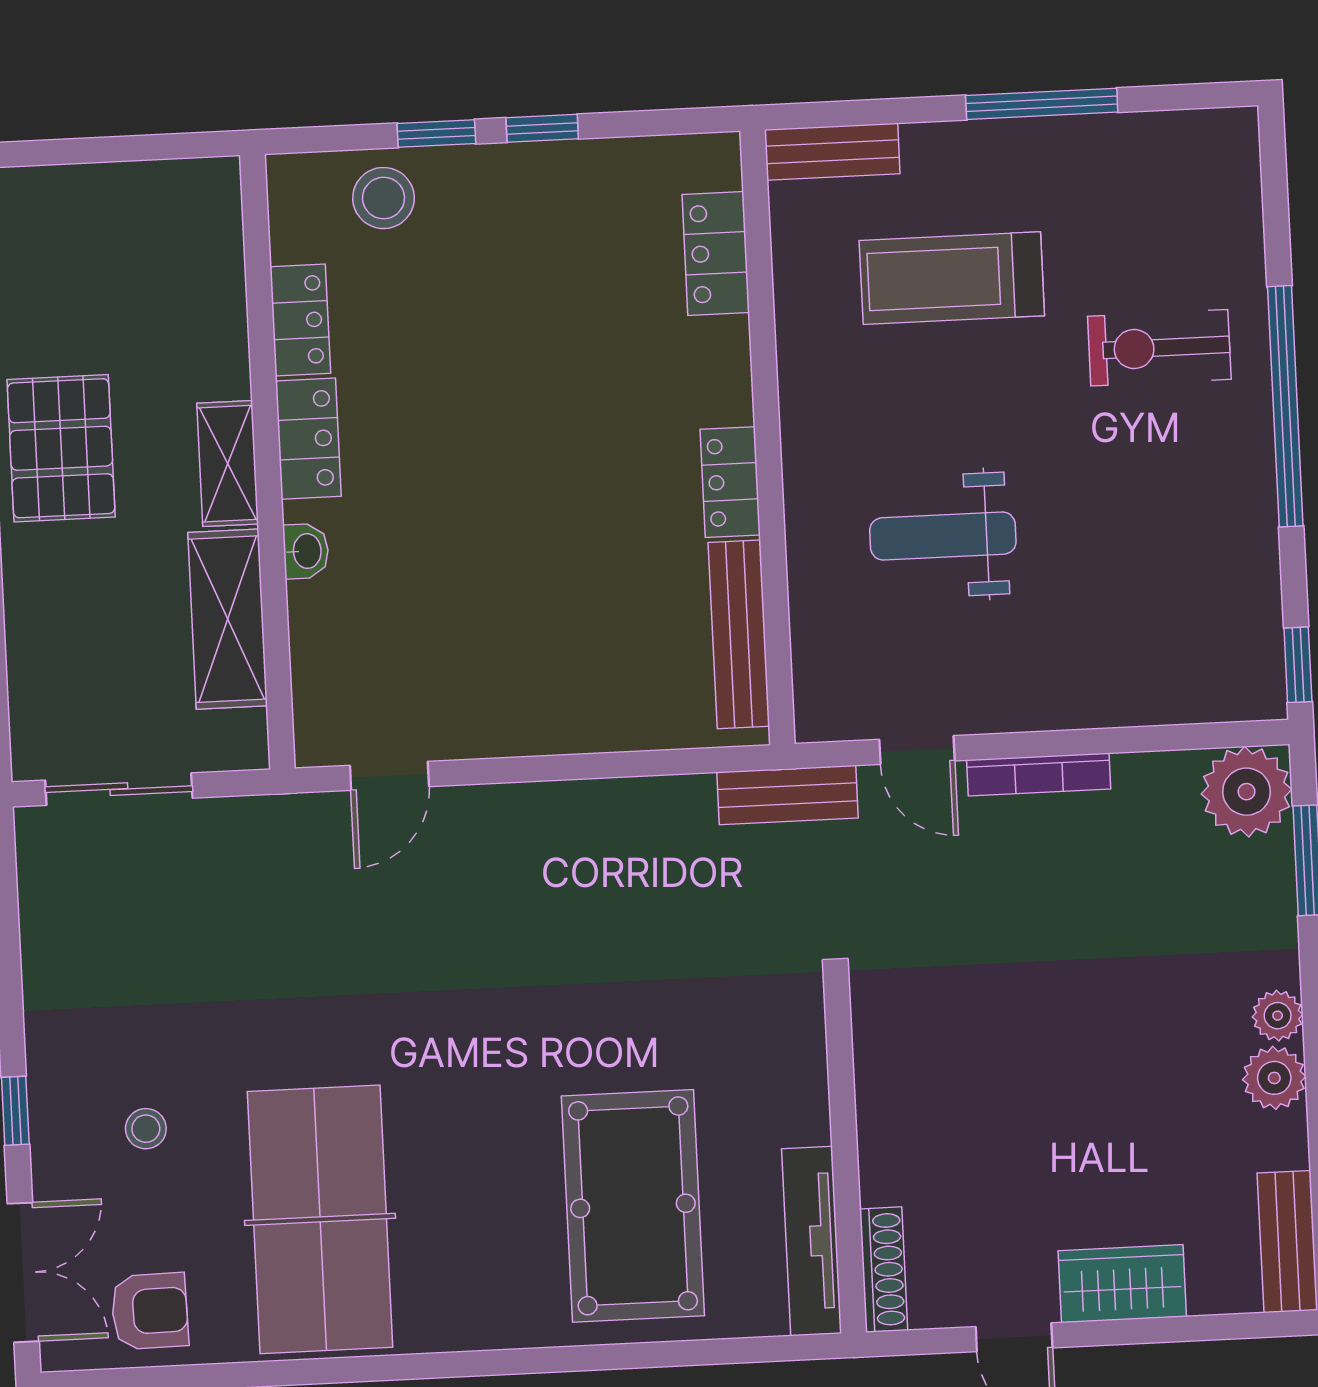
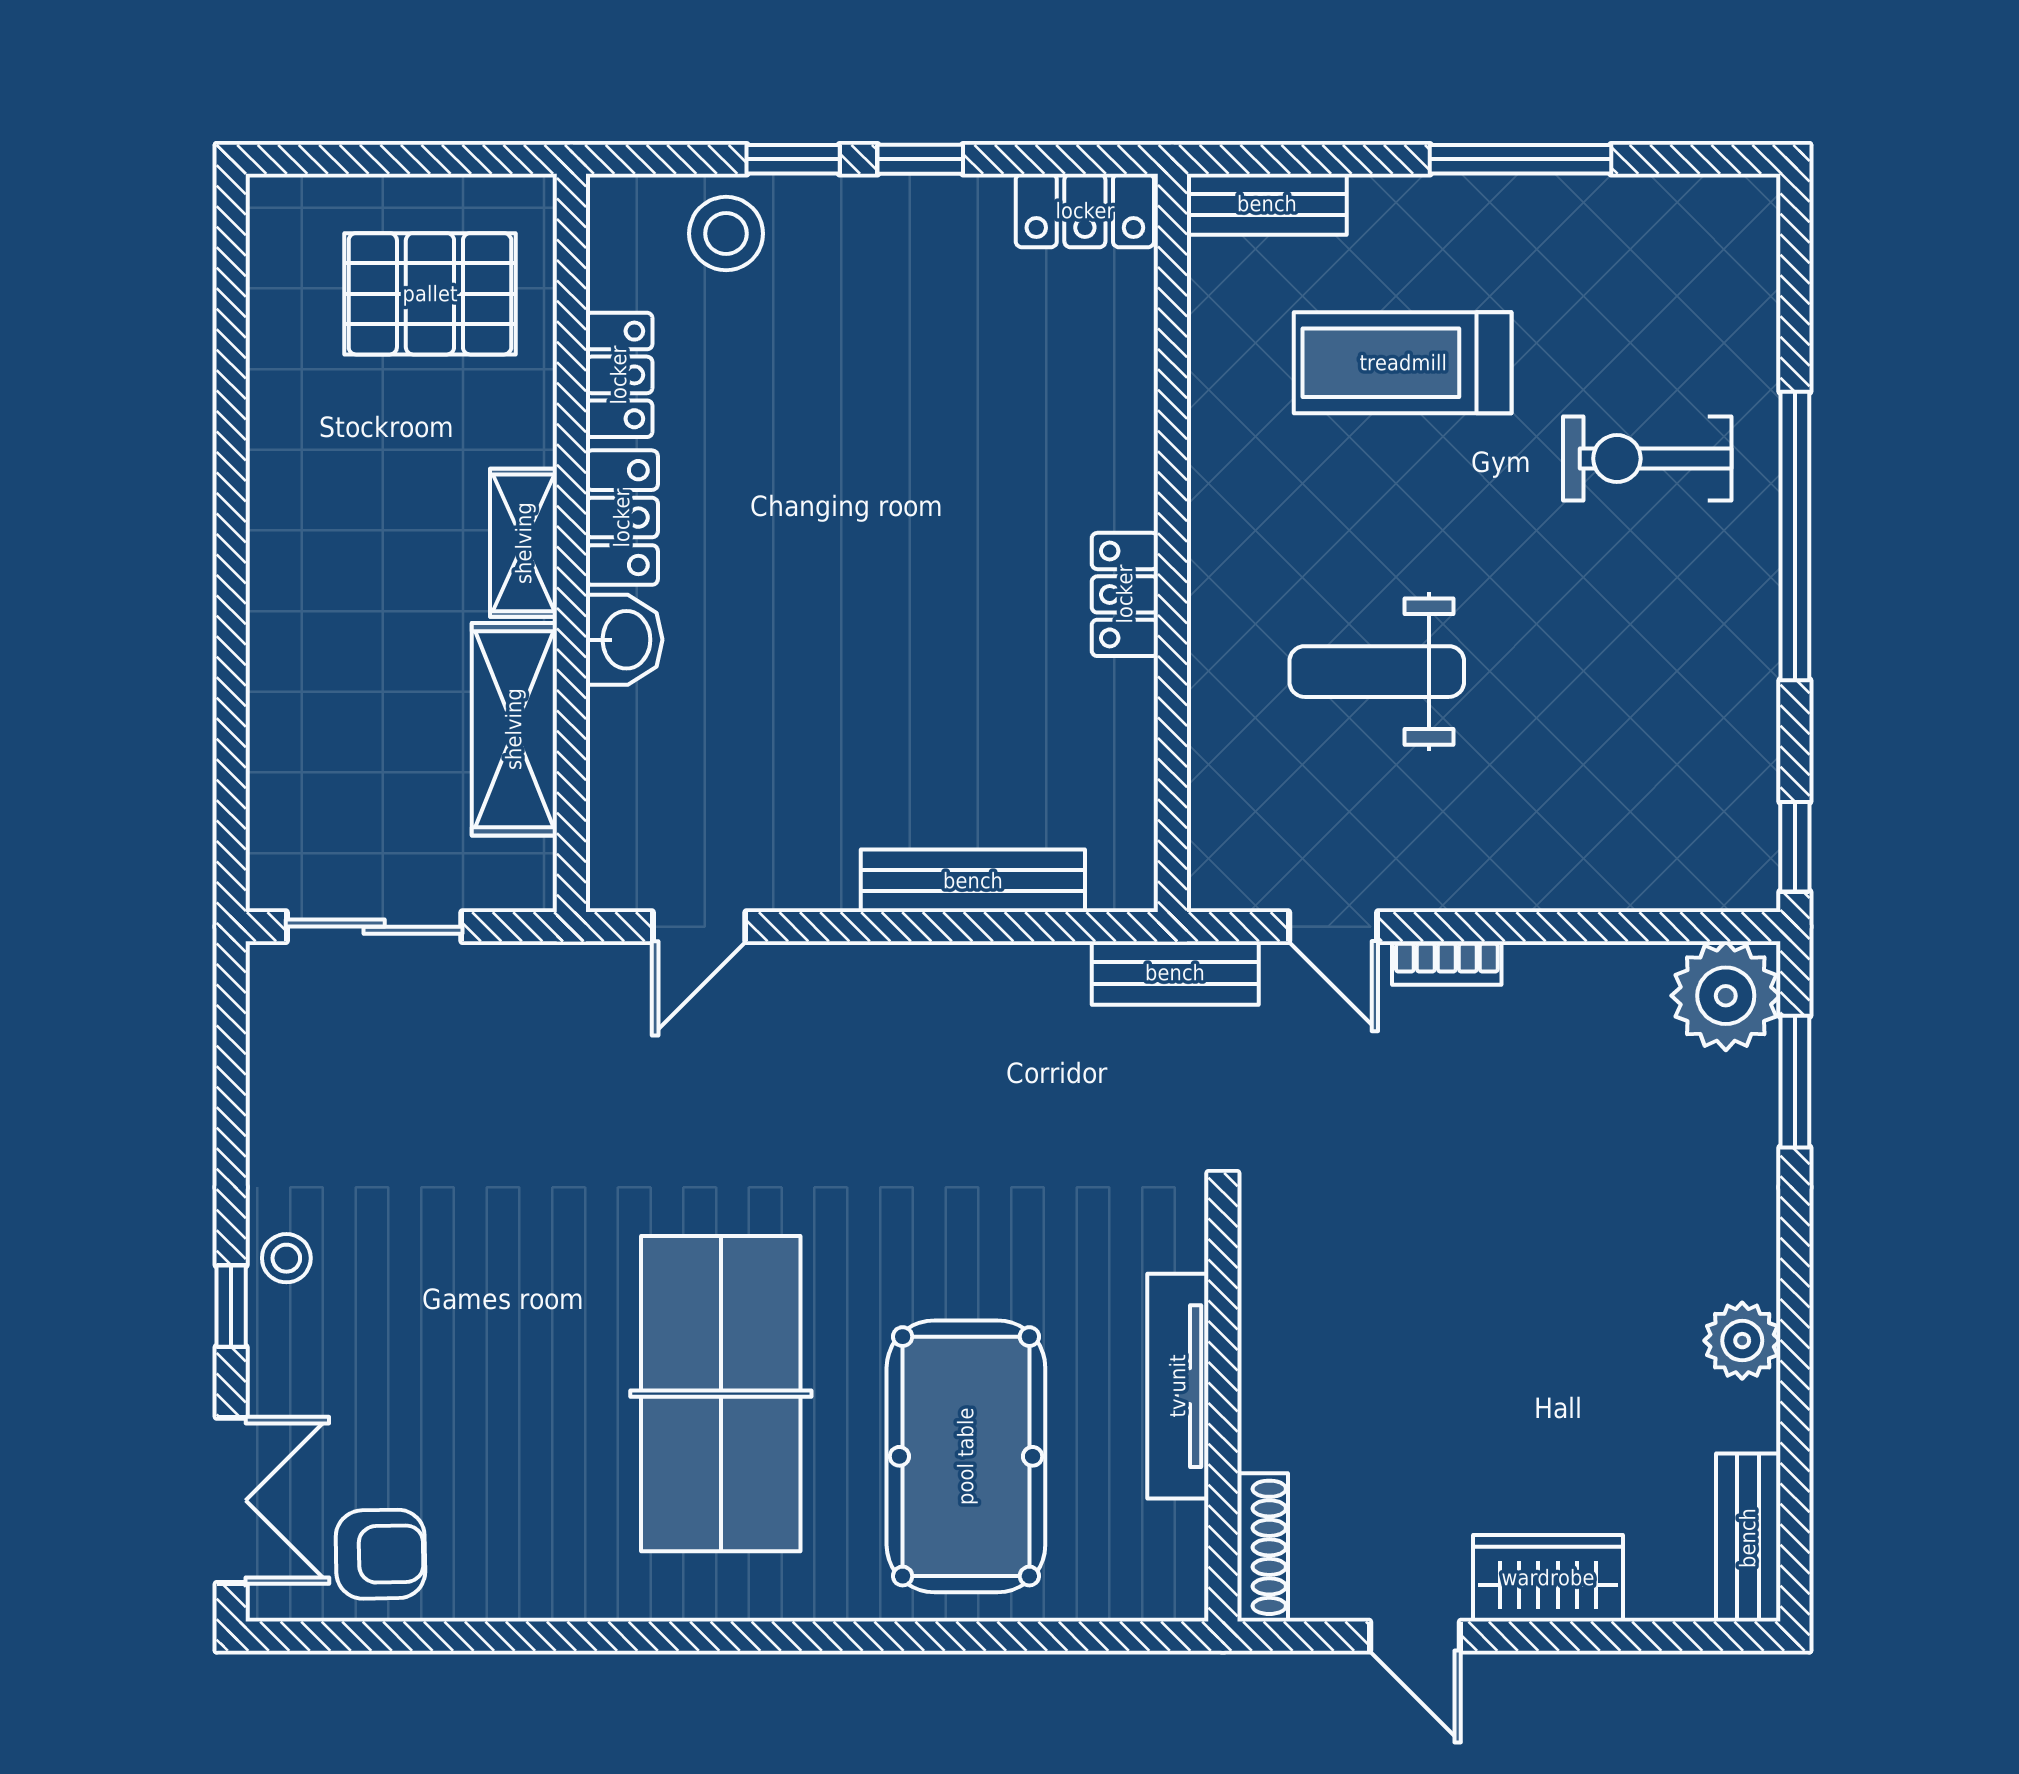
locker: (716, 253) -> (1085, 211), moved, turned -90
pallet: (61, 448) -> (430, 294), moved, turned 90
washbasin: (306, 551) -> (624, 640), width x1.38, depth x1.45
bench: (739, 634) -> (973, 881), moved, turned 90
bookcase: (1039, 774) -> (1447, 963), width x0.64
plant: (1278, 1016) -> (1750, 1266), removed
stool: (146, 1129) -> (286, 1258), moved
table tennis table: (320, 1219) -> (721, 1394), moved
tv unit: (812, 1241) -> (1178, 1386), moved

